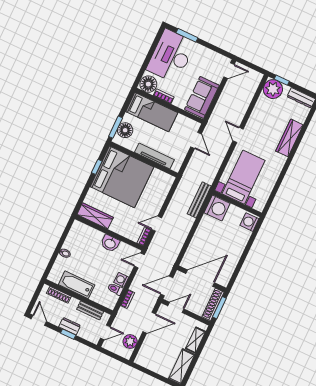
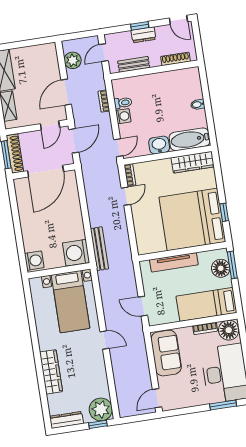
bathtub: (77, 285) -> (190, 139), moved, turned 180

